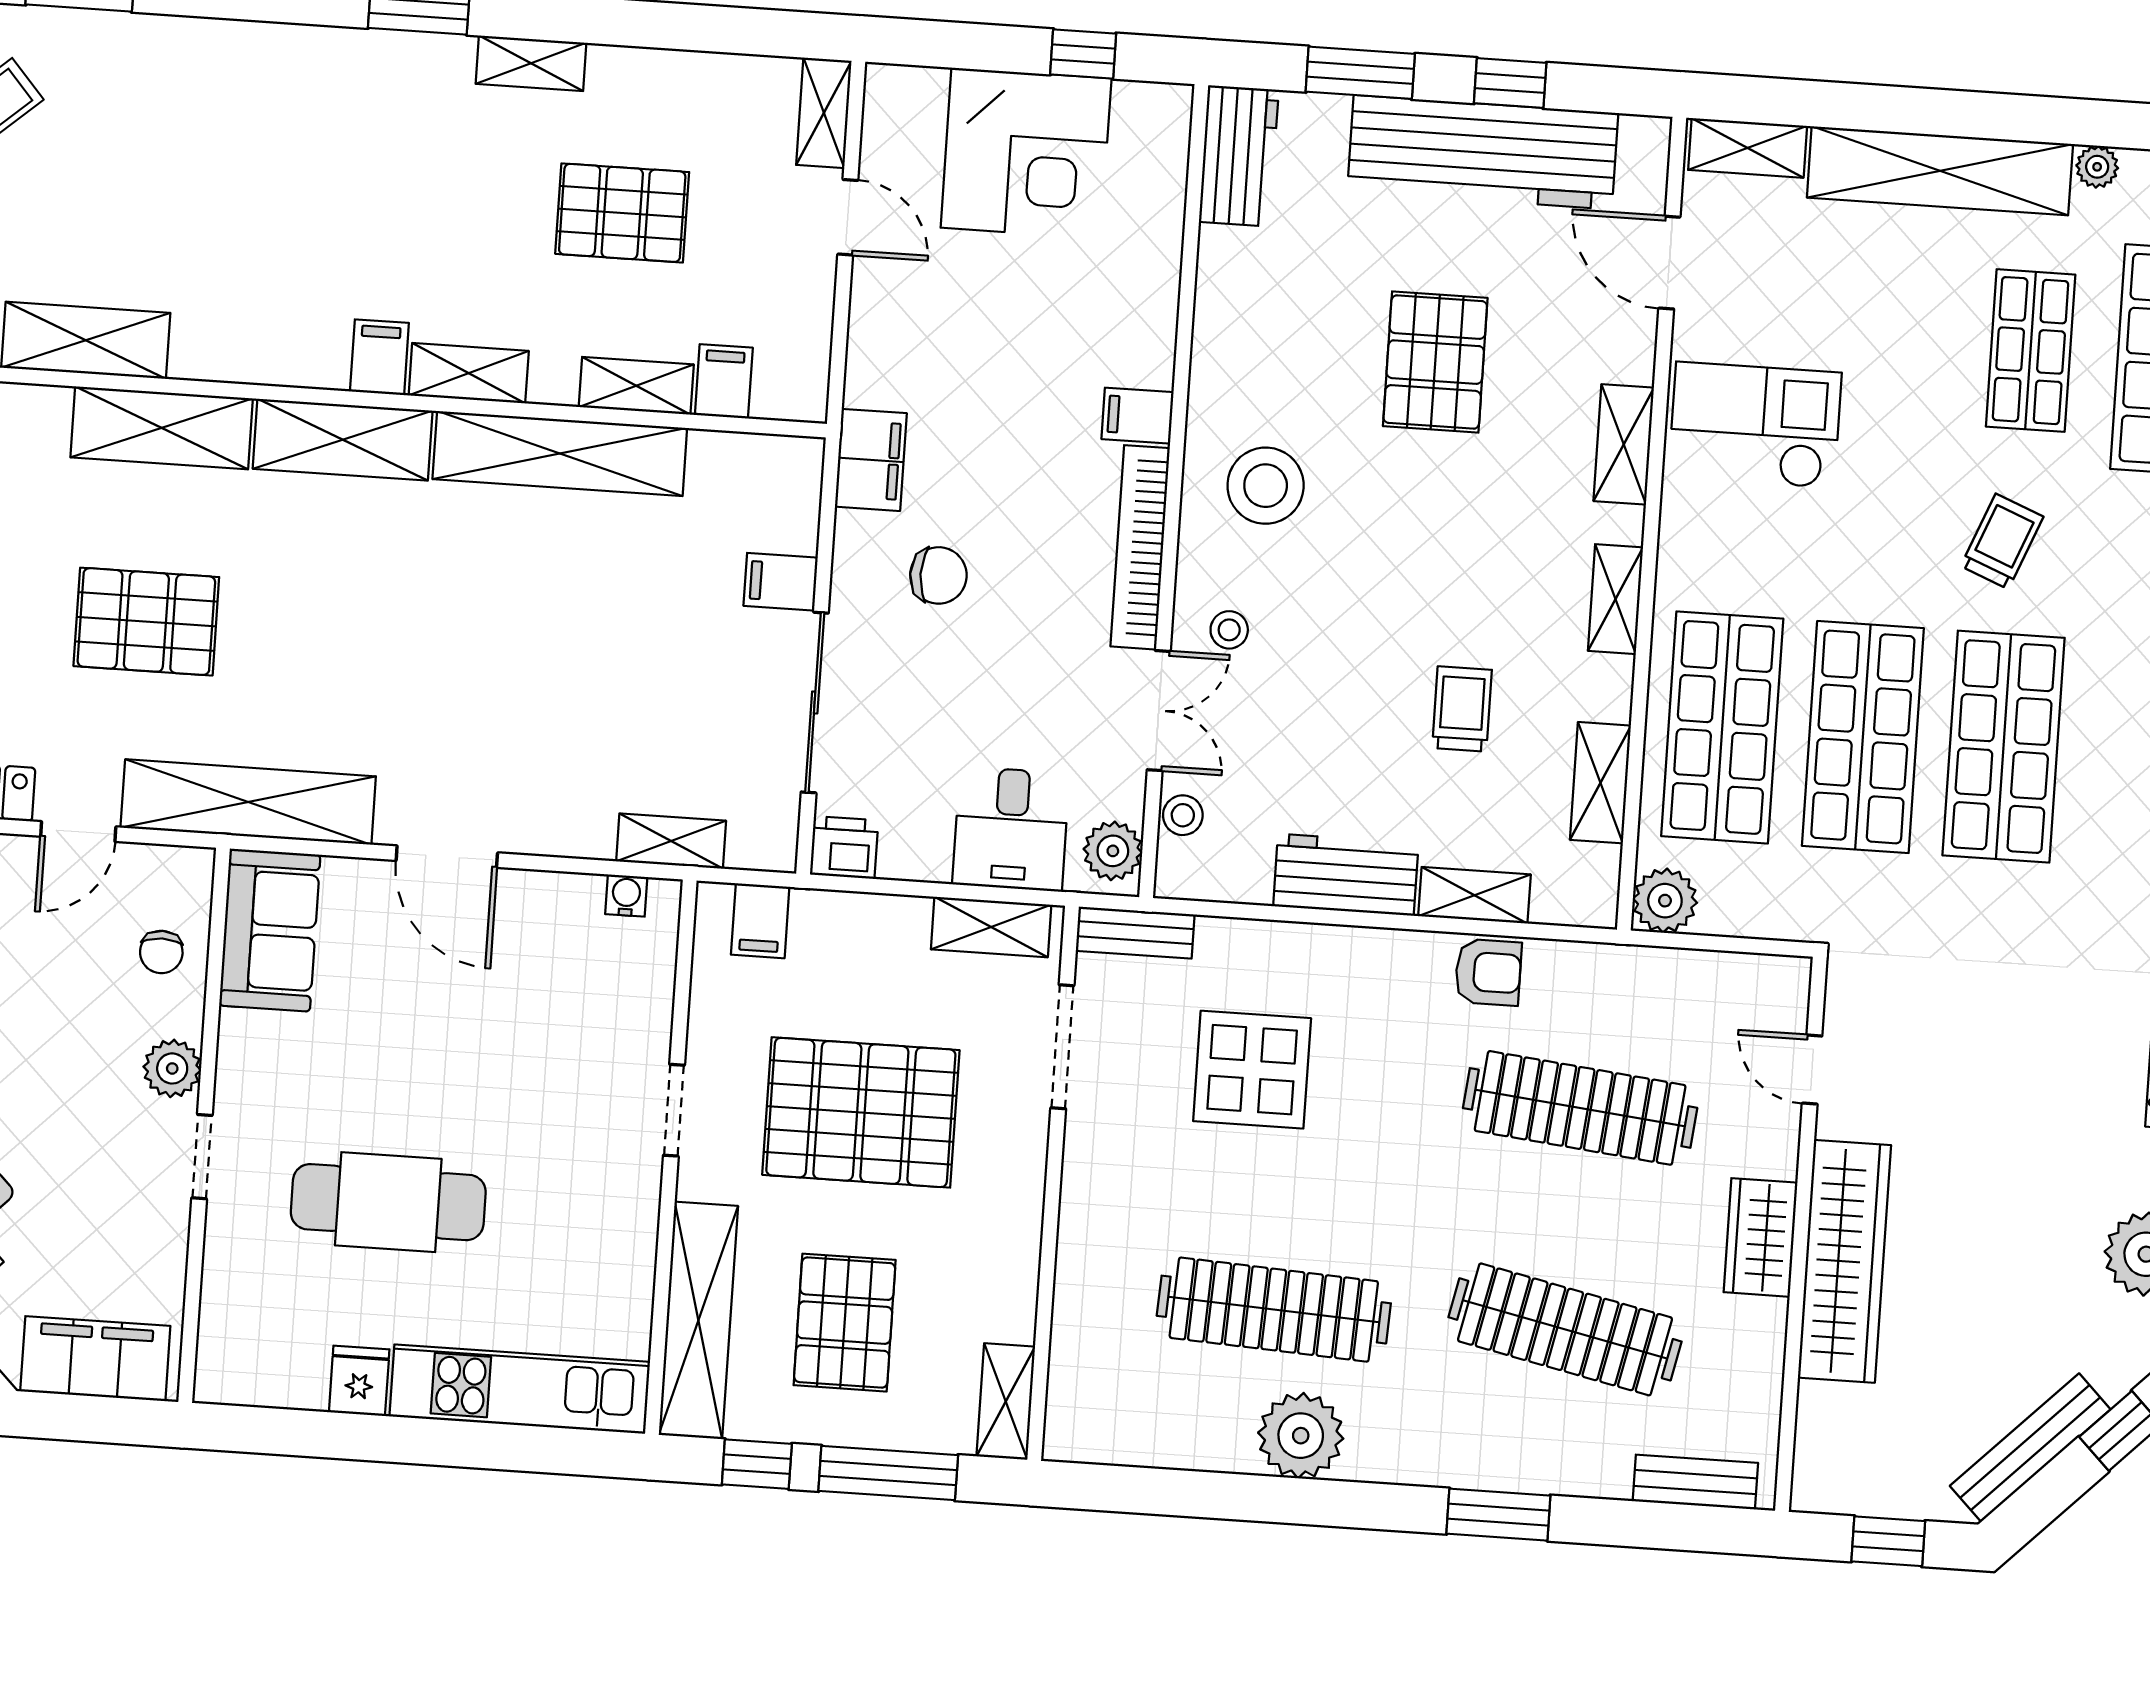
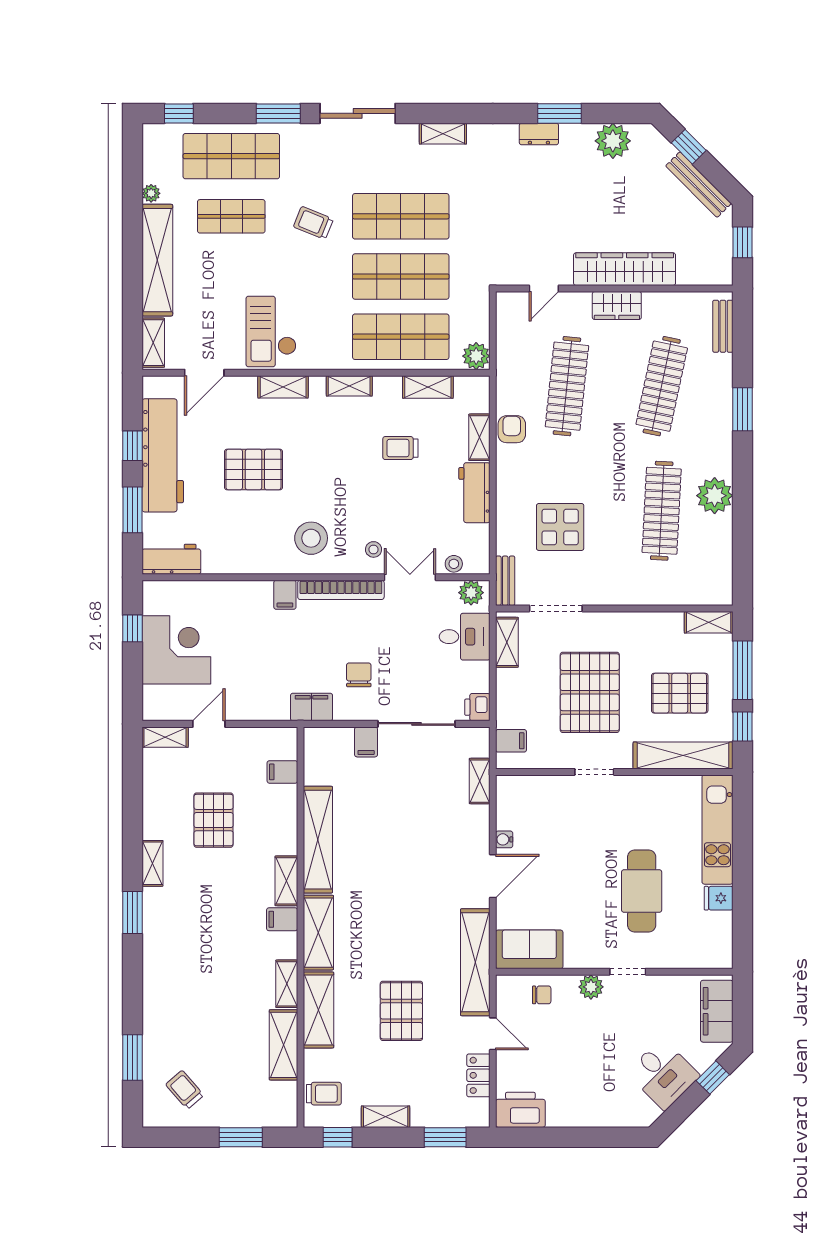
shelving: (636, 386) -> (287, 984), moved
water cooler: (626, 896) -> (504, 839), moved

